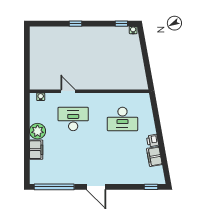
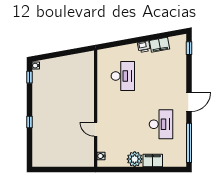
door: (68, 91) -> (96, 129), hinge flipped
desk: (73, 119) -> (161, 124), moved, turned 180

